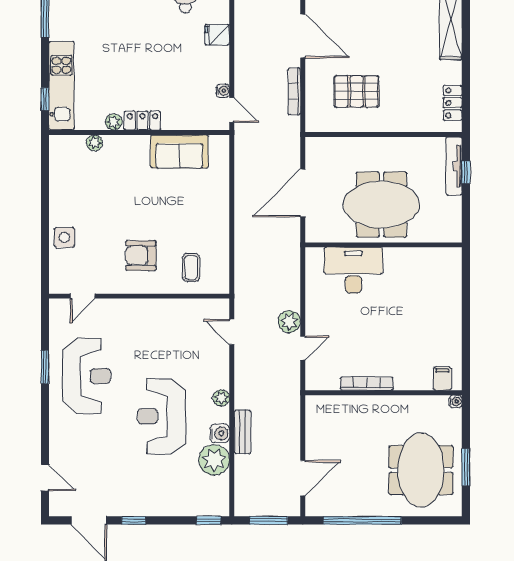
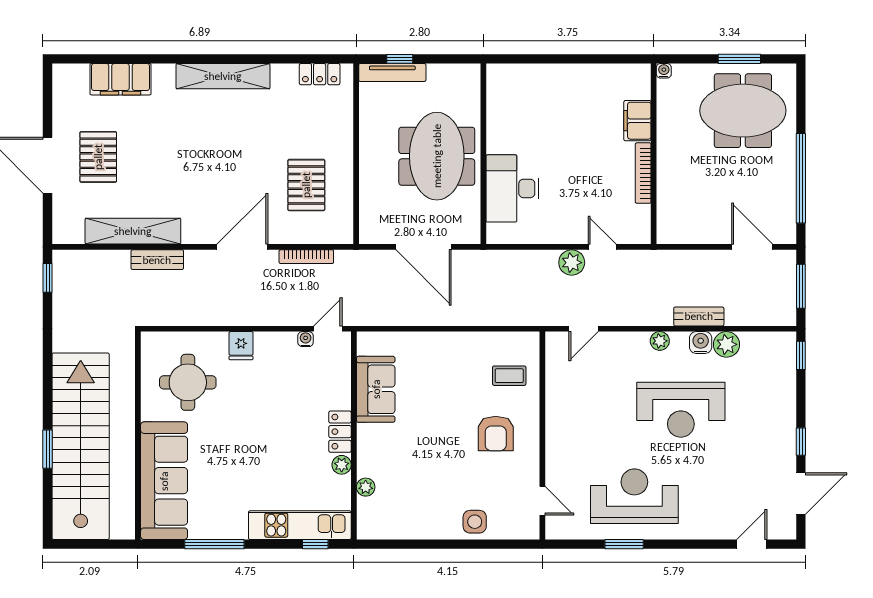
filing cabinet: (442, 379) -> (637, 121), moved, width x2.00
plant: (214, 460) -> (726, 344), width x0.73, depth x0.73

